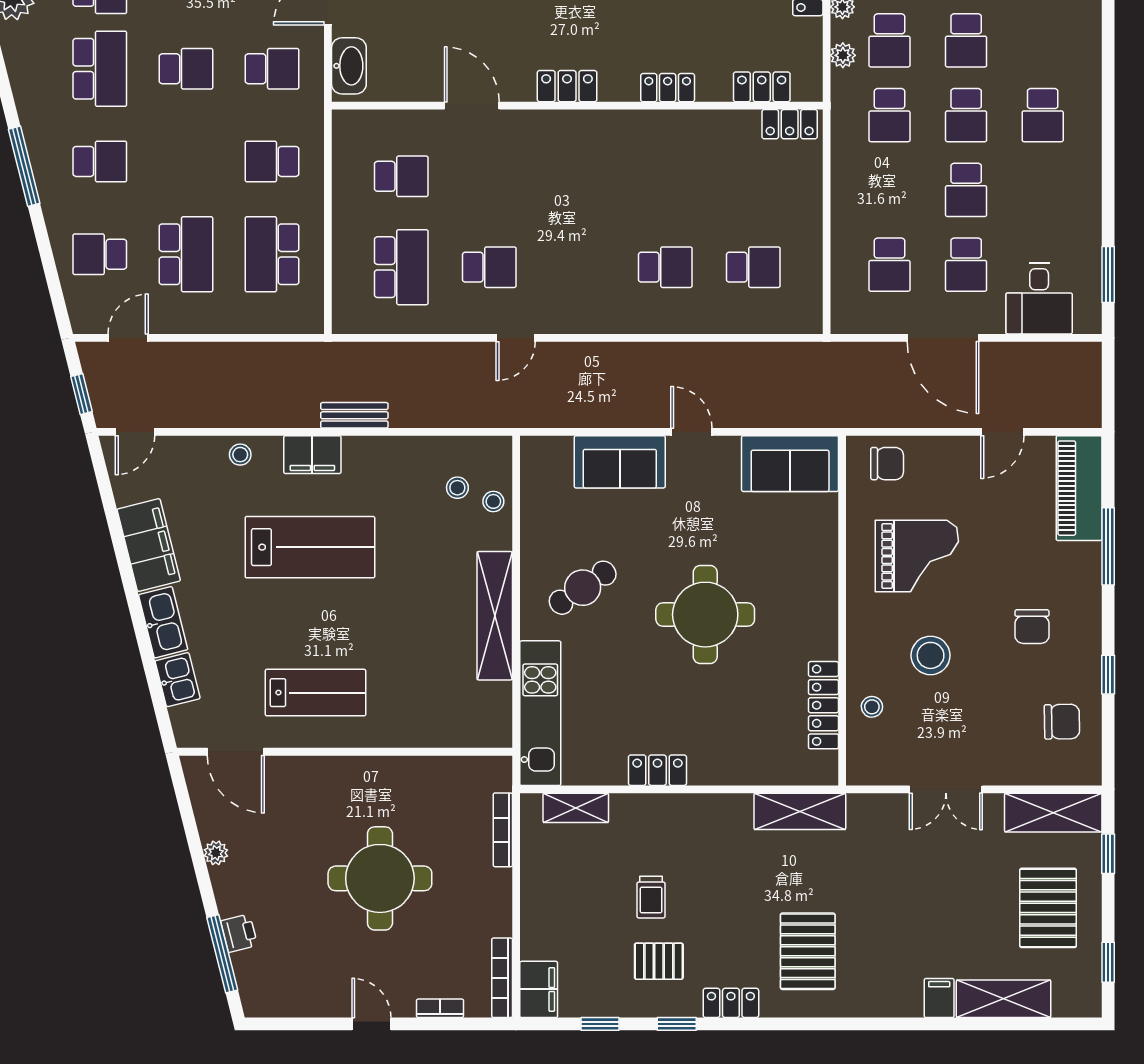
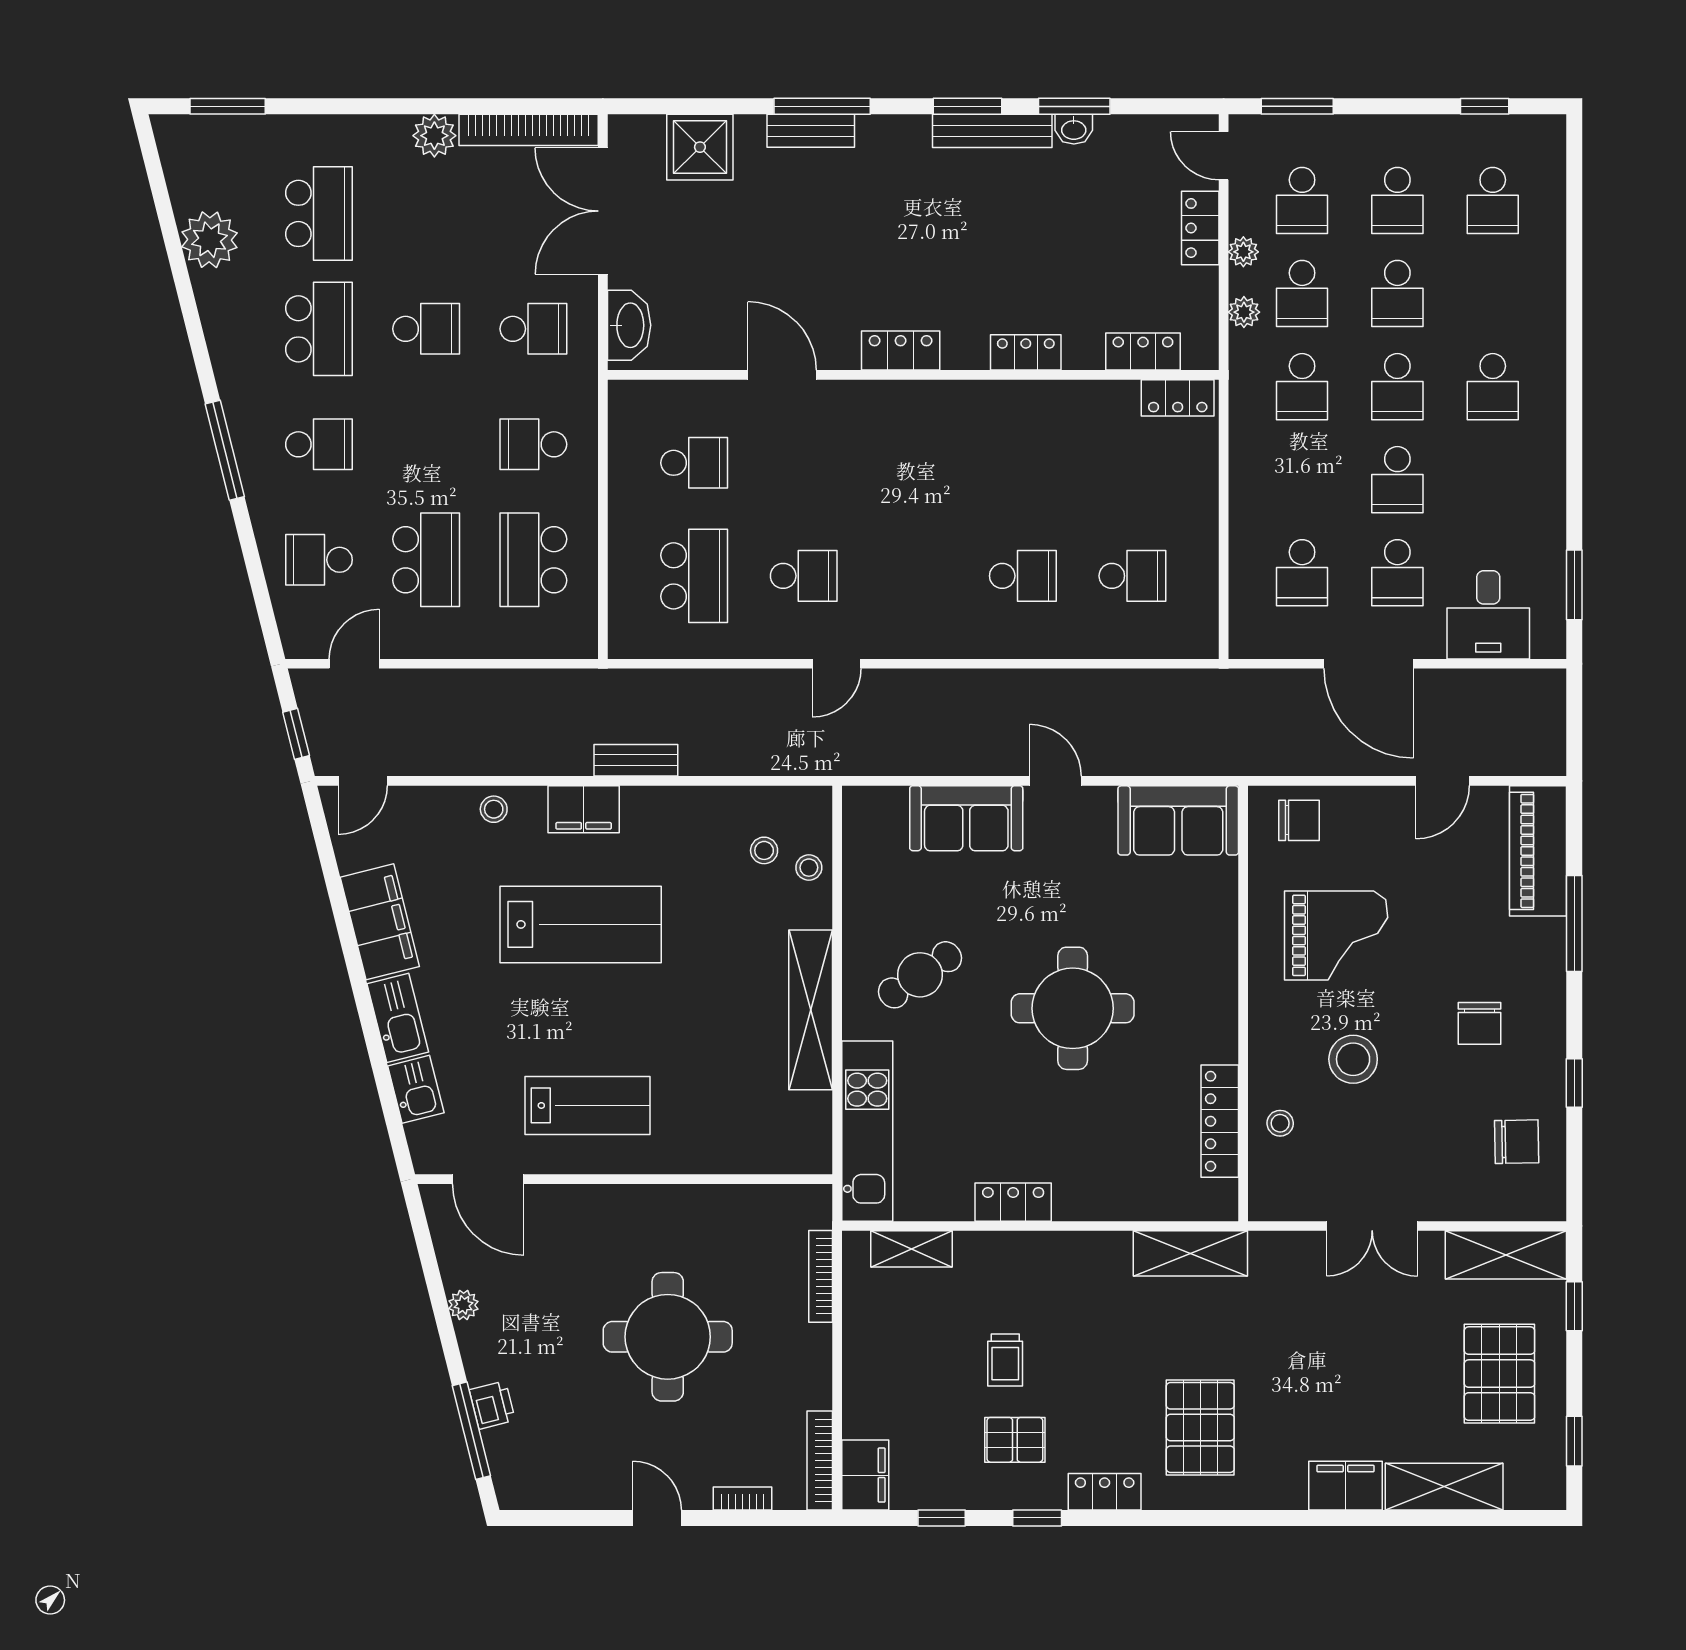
filing cabinet: (939, 998) -> (1345, 1486), width x2.00

